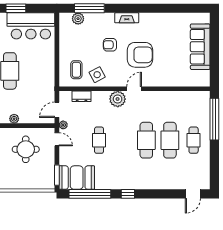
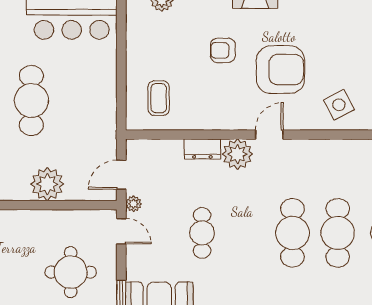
side table: (97, 75) -> (339, 105), moved
dresser: (82, 96) -> (202, 149), moved
plant: (14, 119) -> (47, 184), width x1.88, depth x1.88
round table: (26, 149) -> (71, 272), moved

